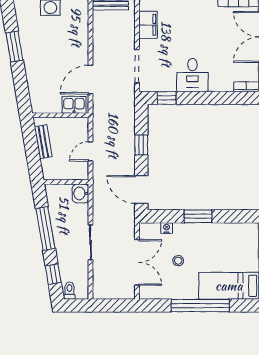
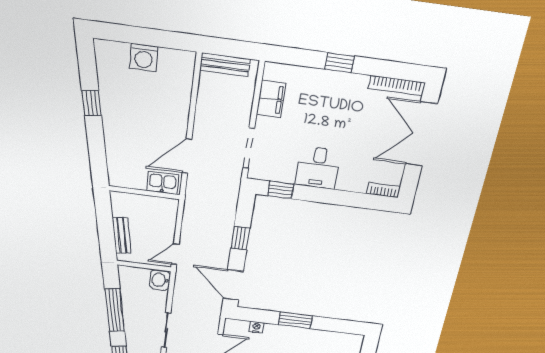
window: (14, 47) -> (92, 103), width x0.67
bench: (43, 142) -> (122, 235), moved
door: (90, 151) -> (175, 254), moved

